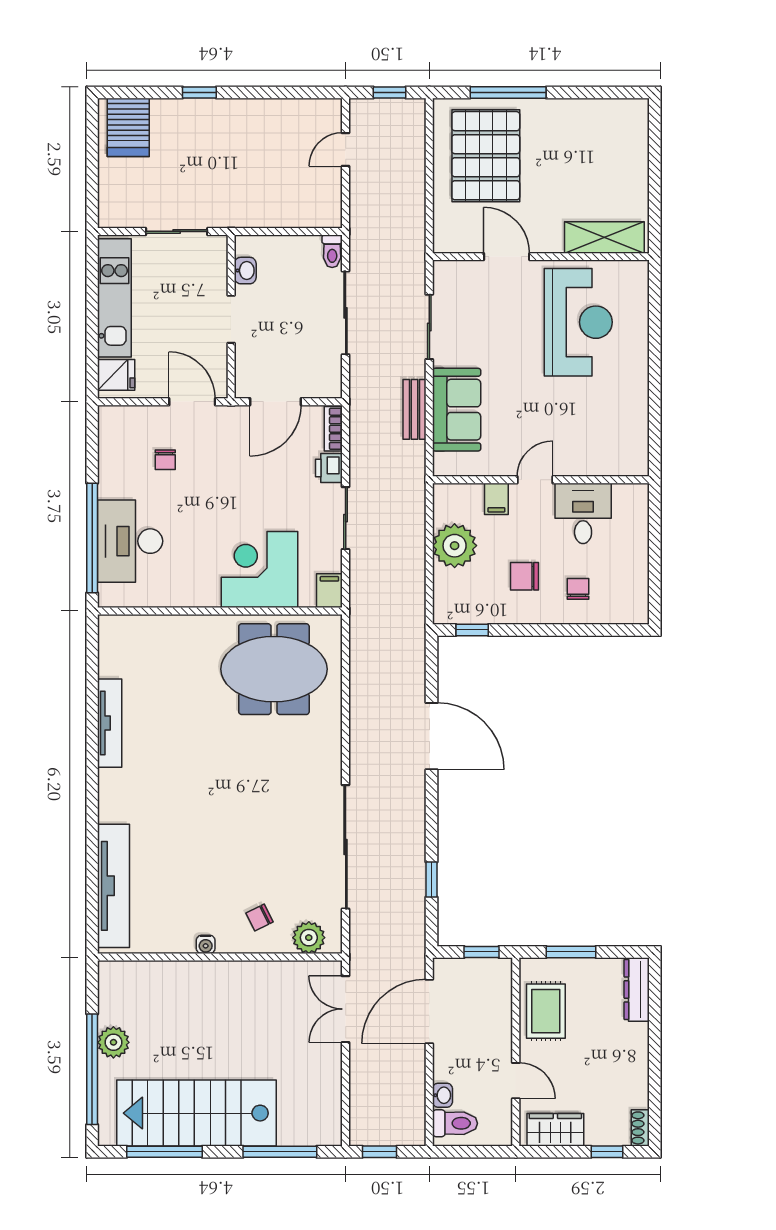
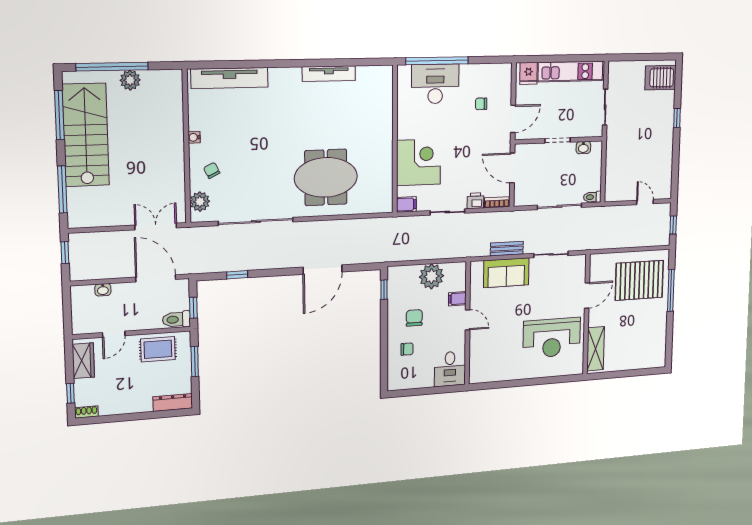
desk: (583, 513) -> (450, 369), moved, turned 90
meeting table: (274, 669) -> (326, 177), moved, turned 90
toilet: (455, 1123) -> (176, 319), moved, turned 90

